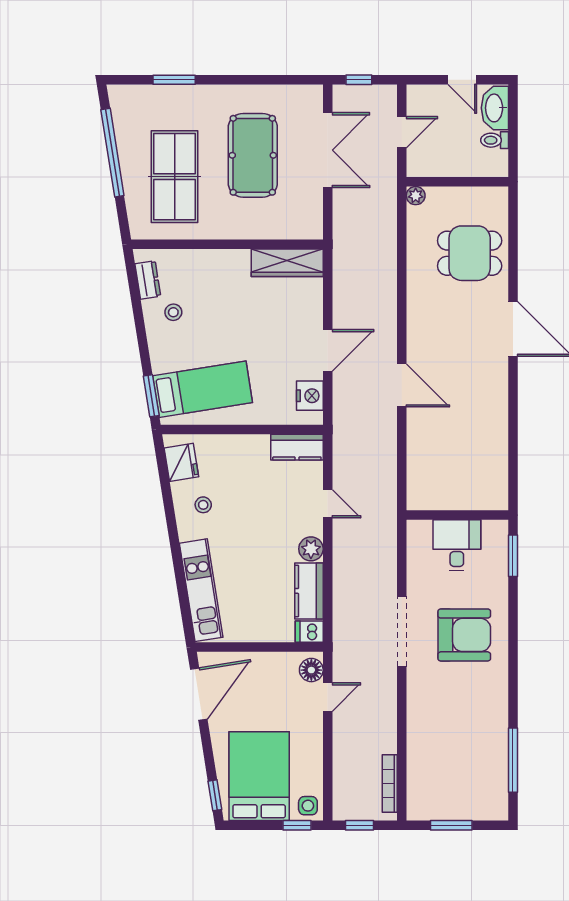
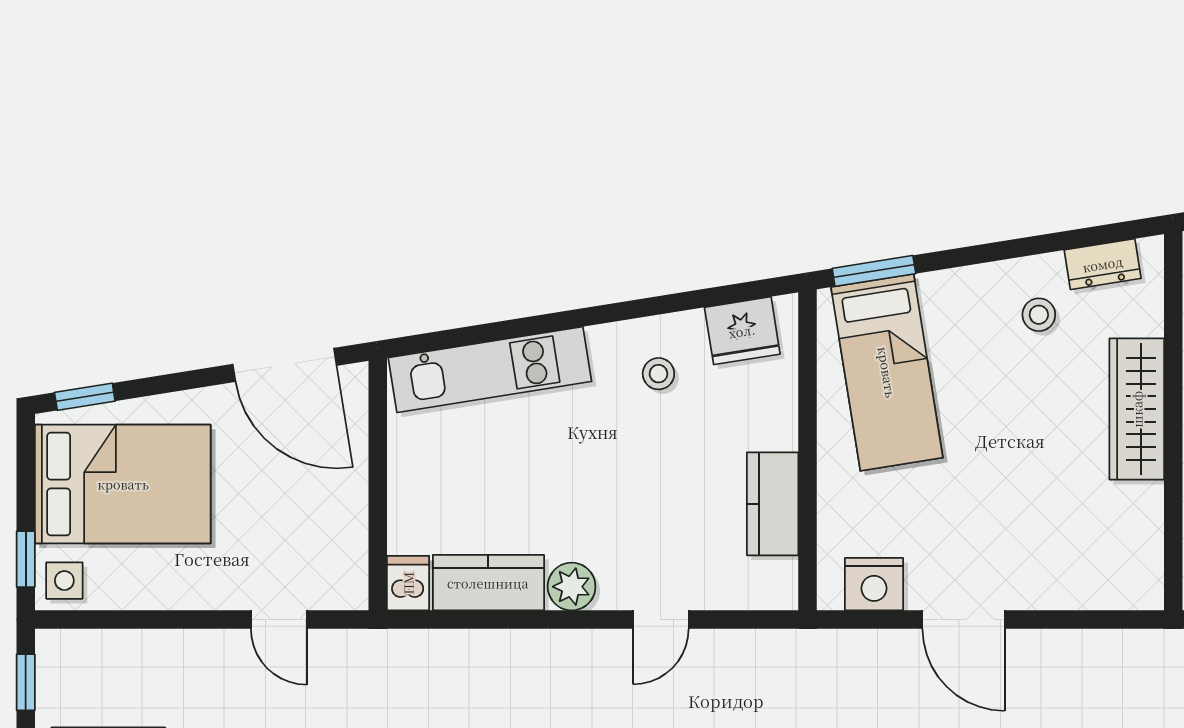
wardrobe: (287, 263) -> (1137, 409), moved
kitchen counter: (297, 447) -> (773, 504), moved
floor lamp: (311, 670) -> (332, 587), removed

